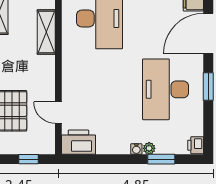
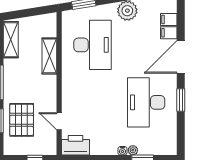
printer: (196, 145) -> (171, 148), removed

